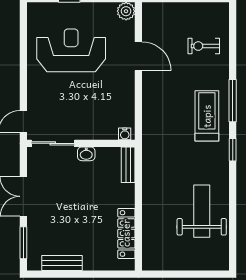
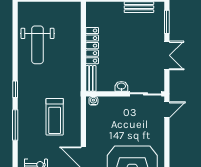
treadmill: (207, 116) -> (55, 117), moved
locker: (126, 233) -> (92, 46), moved

